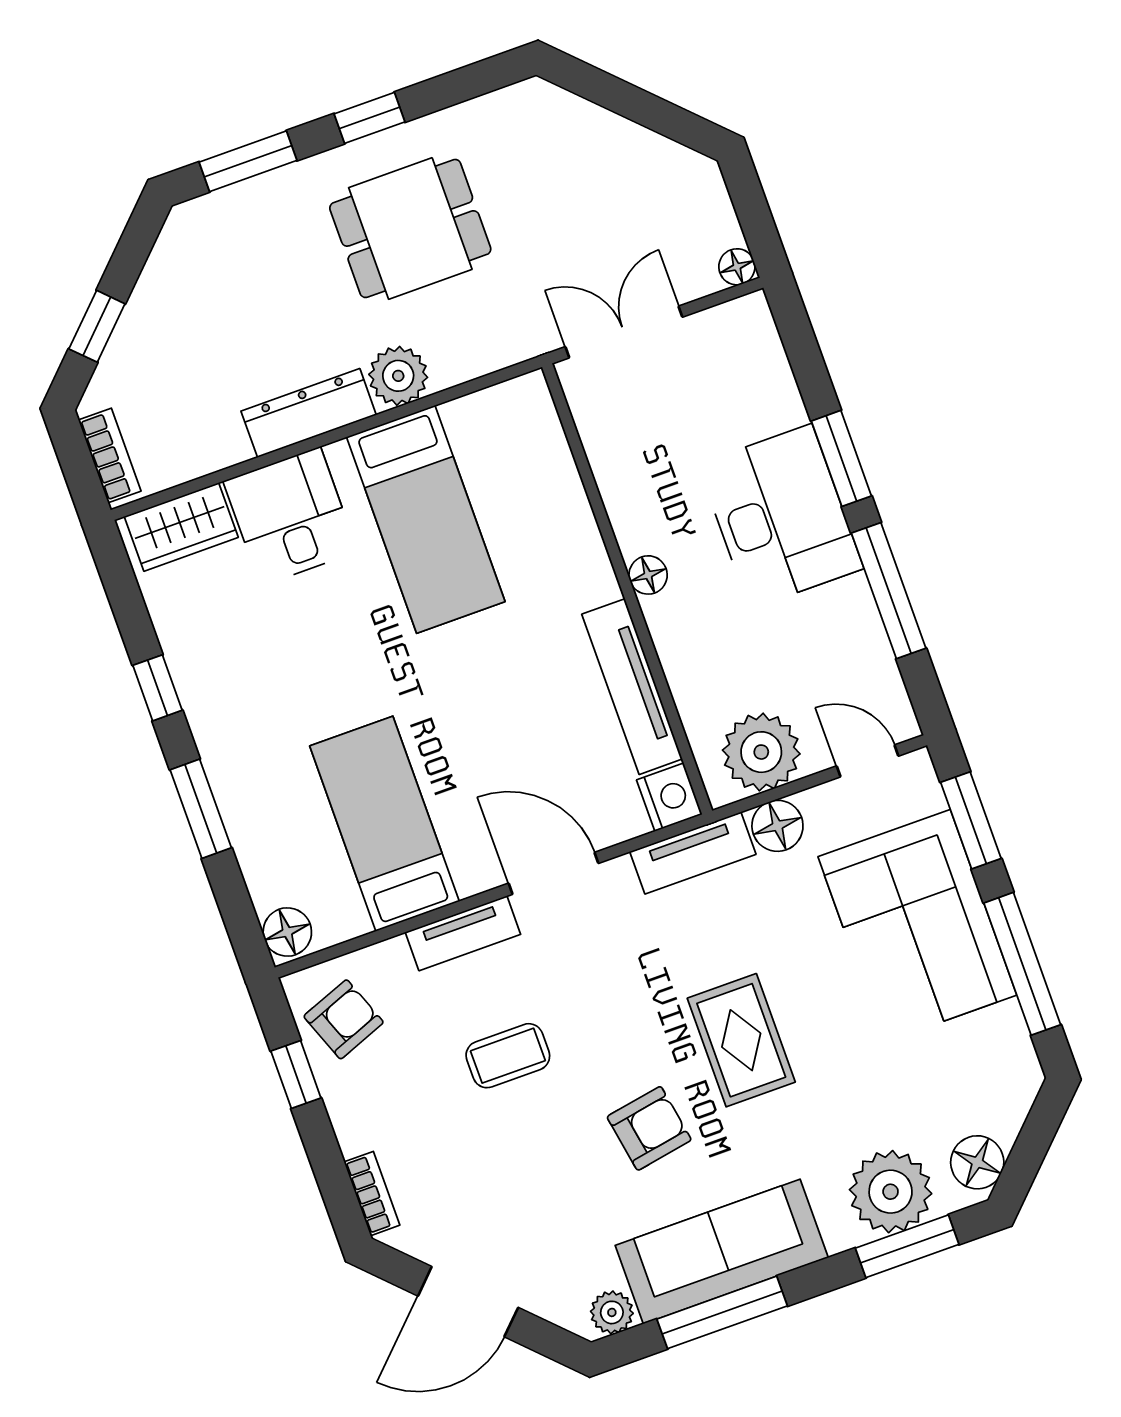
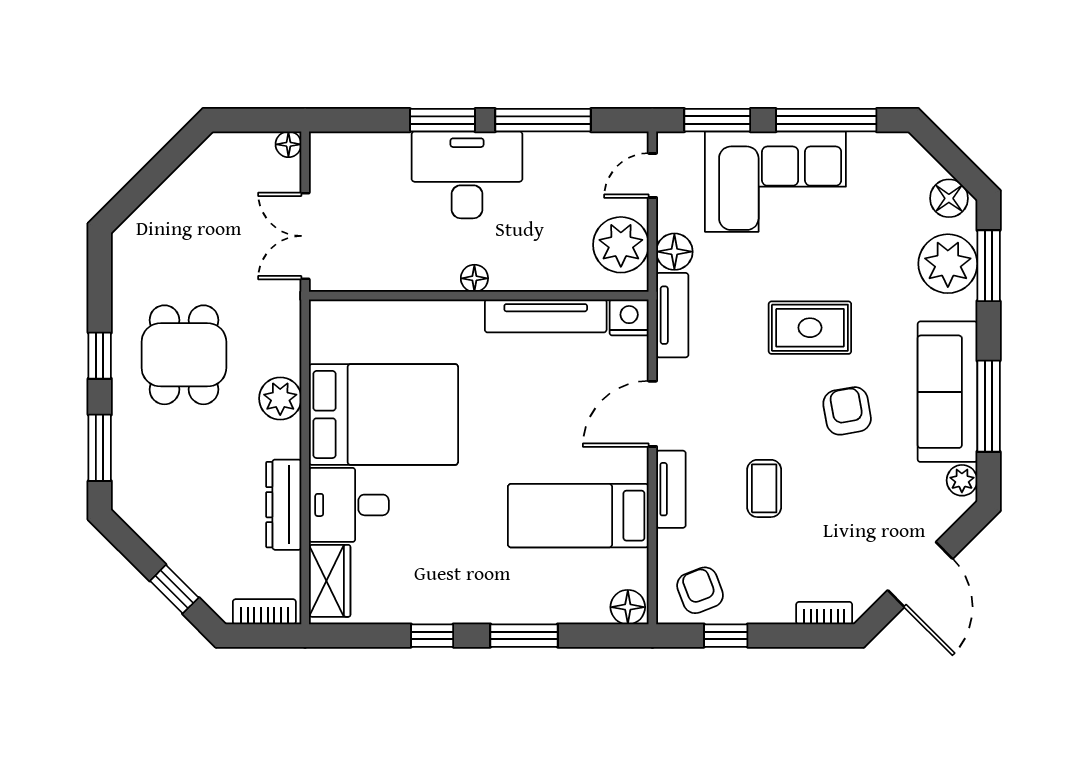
dresser: (309, 413) -> (284, 505), moved
bed: (426, 519) -> (383, 414), width x1.50

